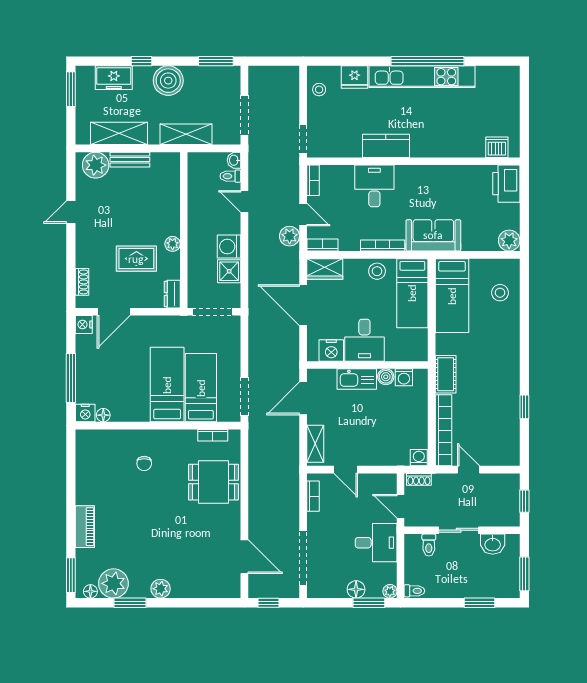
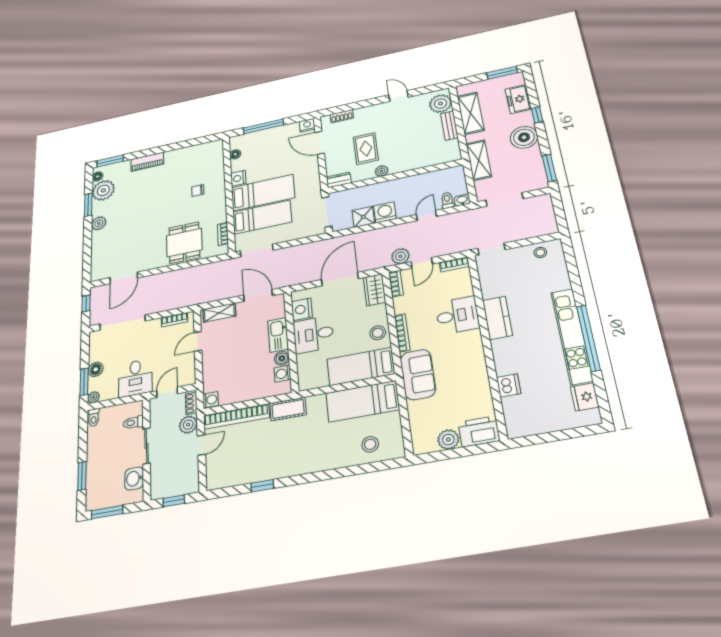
fridge: (354, 77) -> (585, 397), moved
dishwasher: (497, 147) -> (509, 386), moved
plant: (509, 241) -> (448, 440), moved
nightstand: (85, 413) -> (238, 178), moved
plant: (443, 483) -> (188, 425), added

